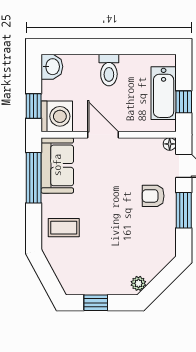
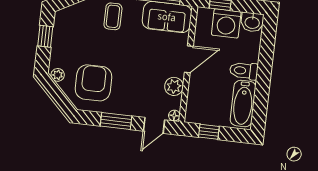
bathtub: (164, 93) -> (243, 103), moved, turned -90
washing machine: (57, 116) -> (226, 23), moved
plant: (136, 148) -> (174, 86), added
armchair: (153, 196) -> (93, 83), moved, width x1.88, depth x1.88

